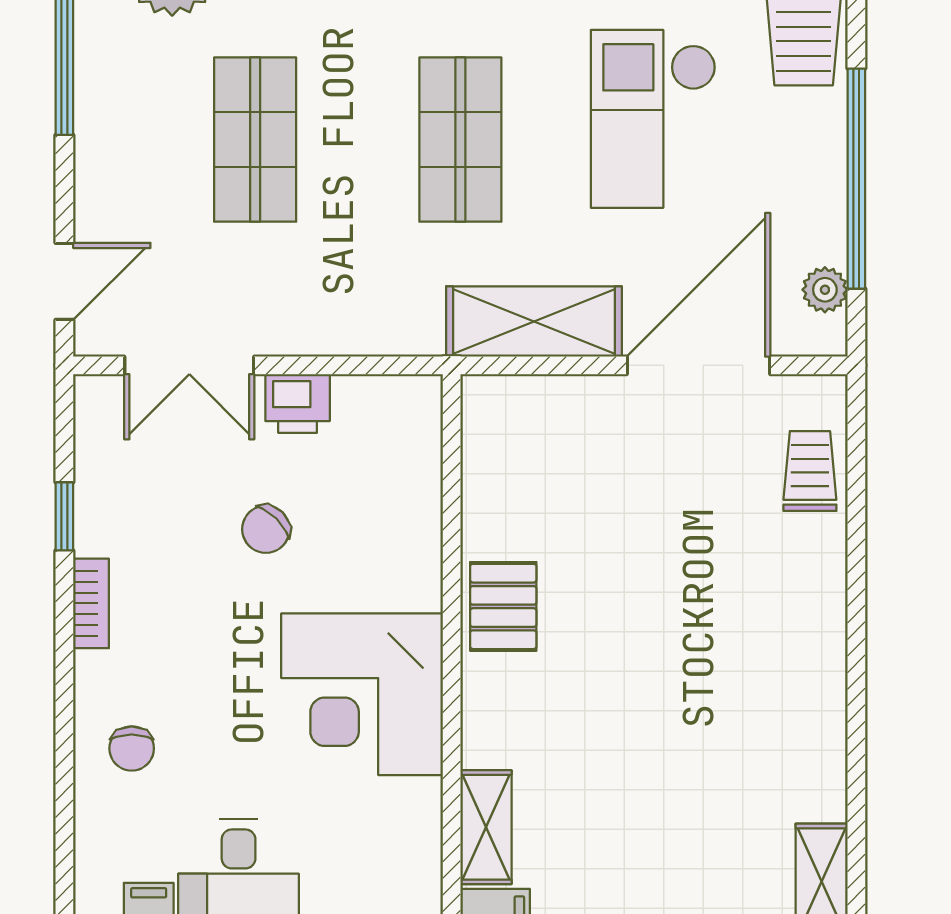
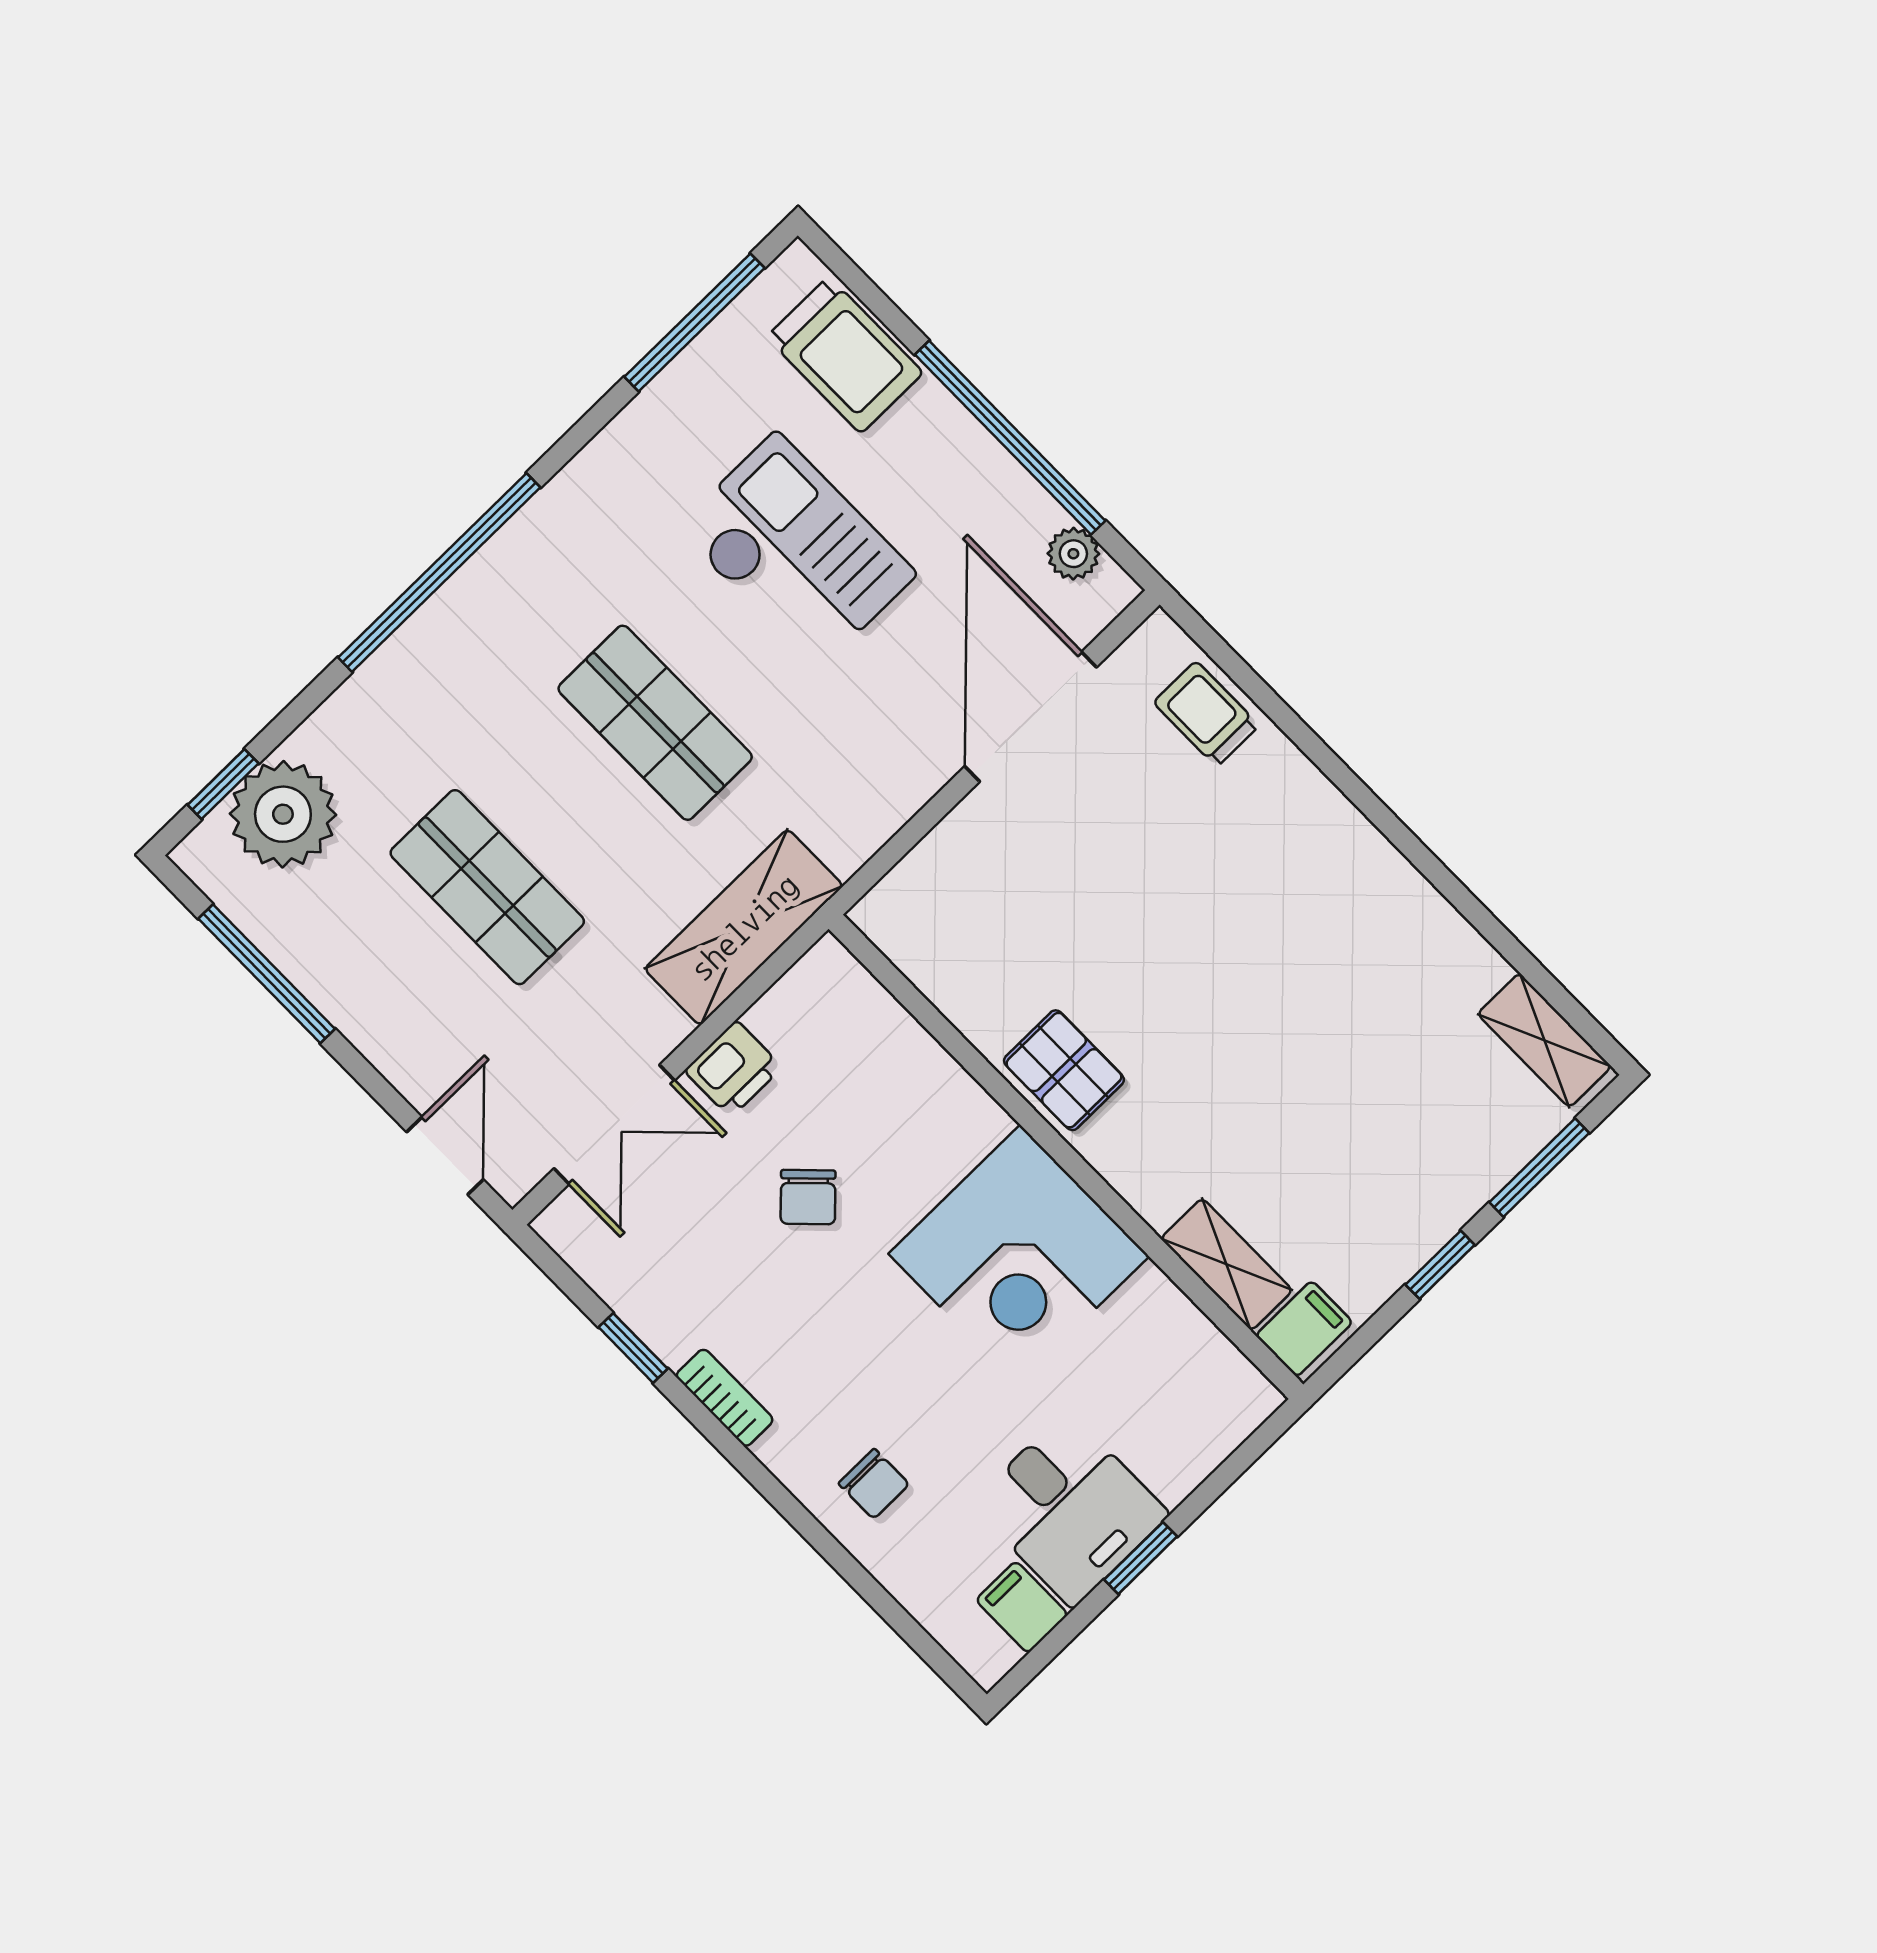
checkout: (653, 119) -> (796, 551), turned 180
shelving: (534, 321) -> (744, 927), moved

